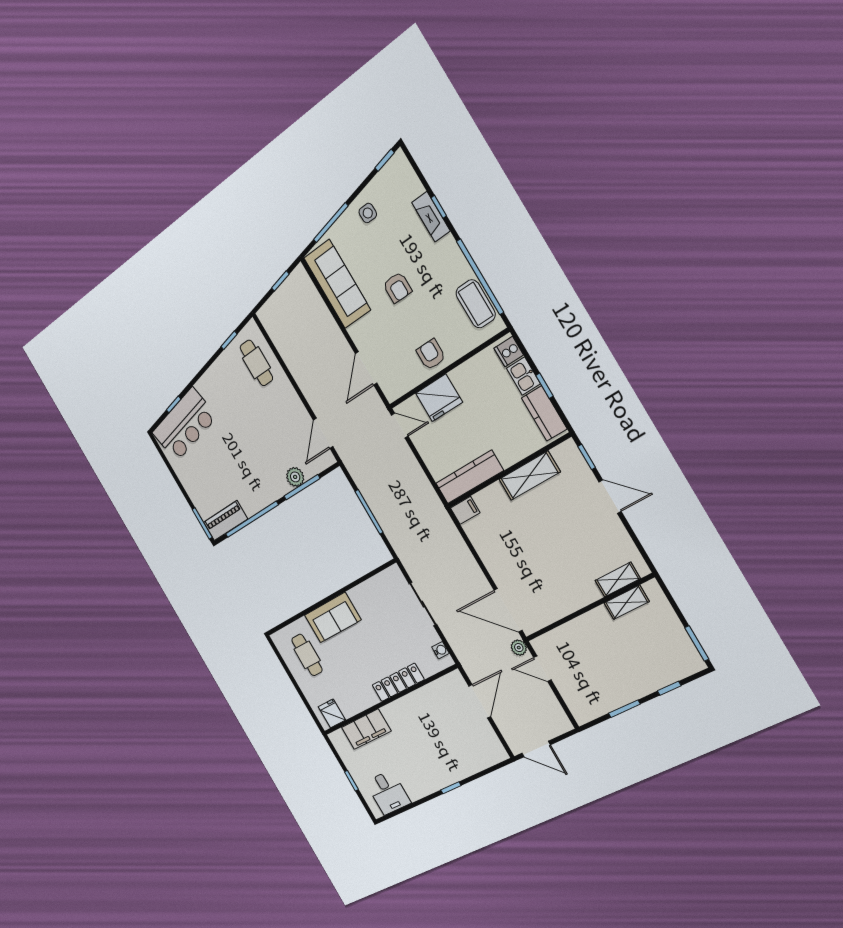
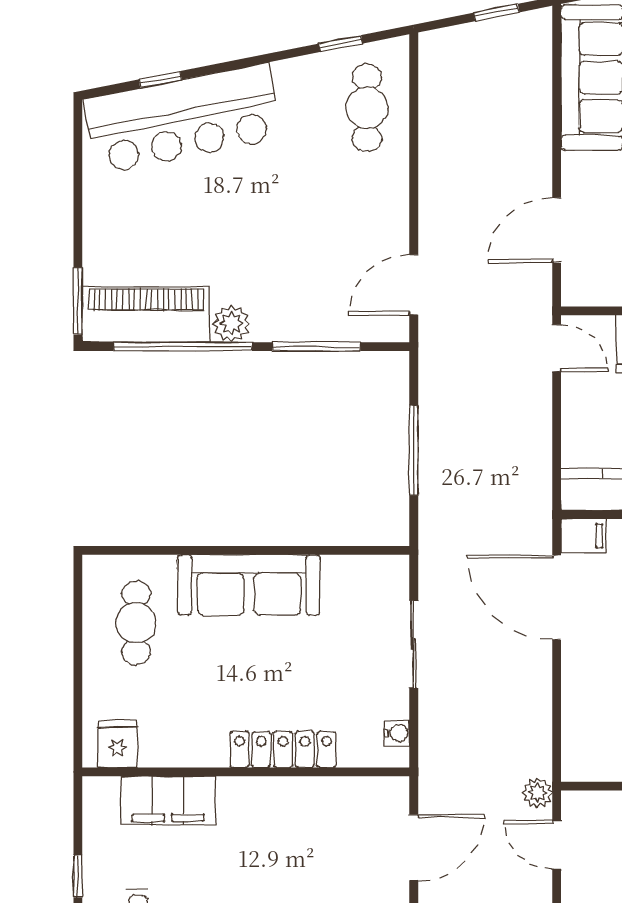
bar counter: (184, 425) -> (183, 119), width x1.36
plant: (295, 477) -> (232, 324), moved
piano: (226, 521) -> (146, 315), width x1.37, depth x1.33
door: (508, 610) -> (557, 598), moved
sofa: (333, 617) -> (249, 585), width x1.36

